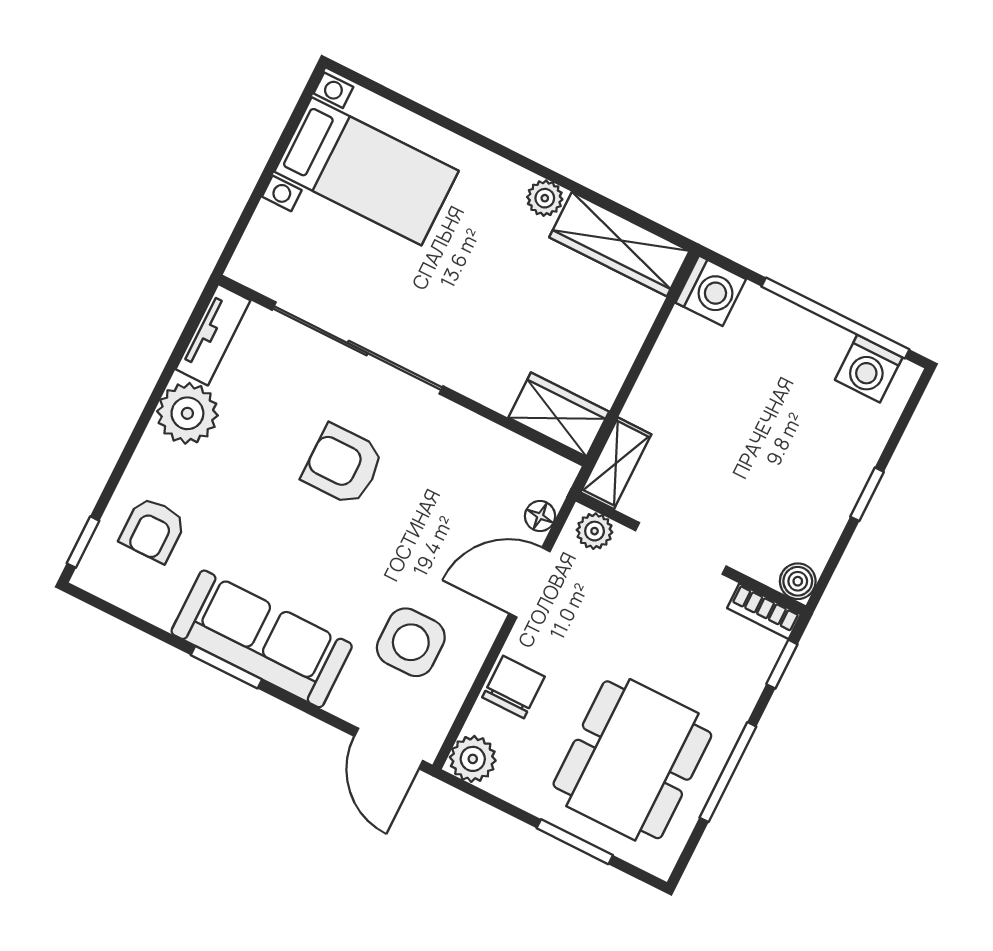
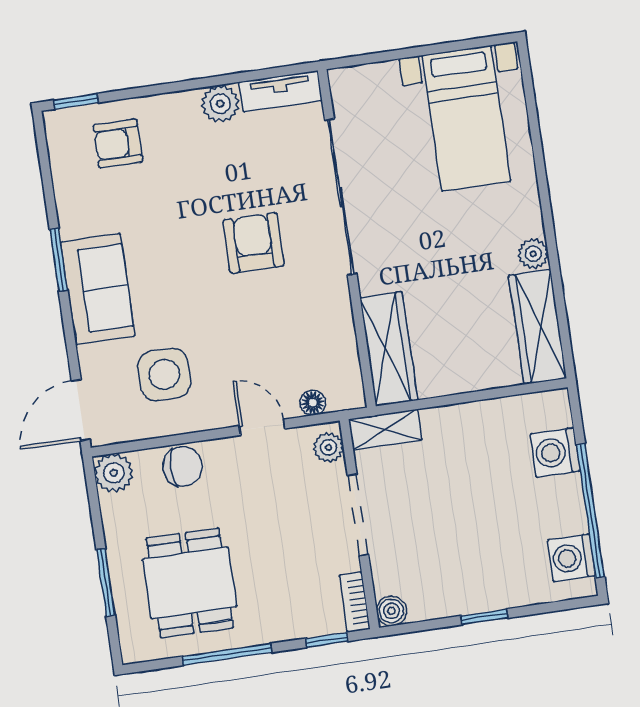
washing machine: (711, 291) -> (555, 452), moved, turned 90
plant: (187, 413) -> (220, 104), width x0.73, depth x0.73
wardrobe: (559, 415) -> (389, 349), width x1.50
door: (529, 582) -> (262, 427), width x0.73
sofa: (262, 639) -> (98, 289), width x0.73
dining table: (632, 760) -> (190, 583), width x0.73

